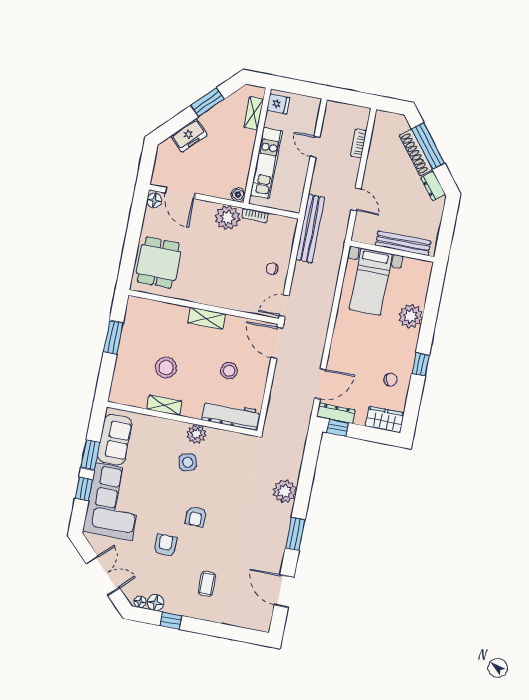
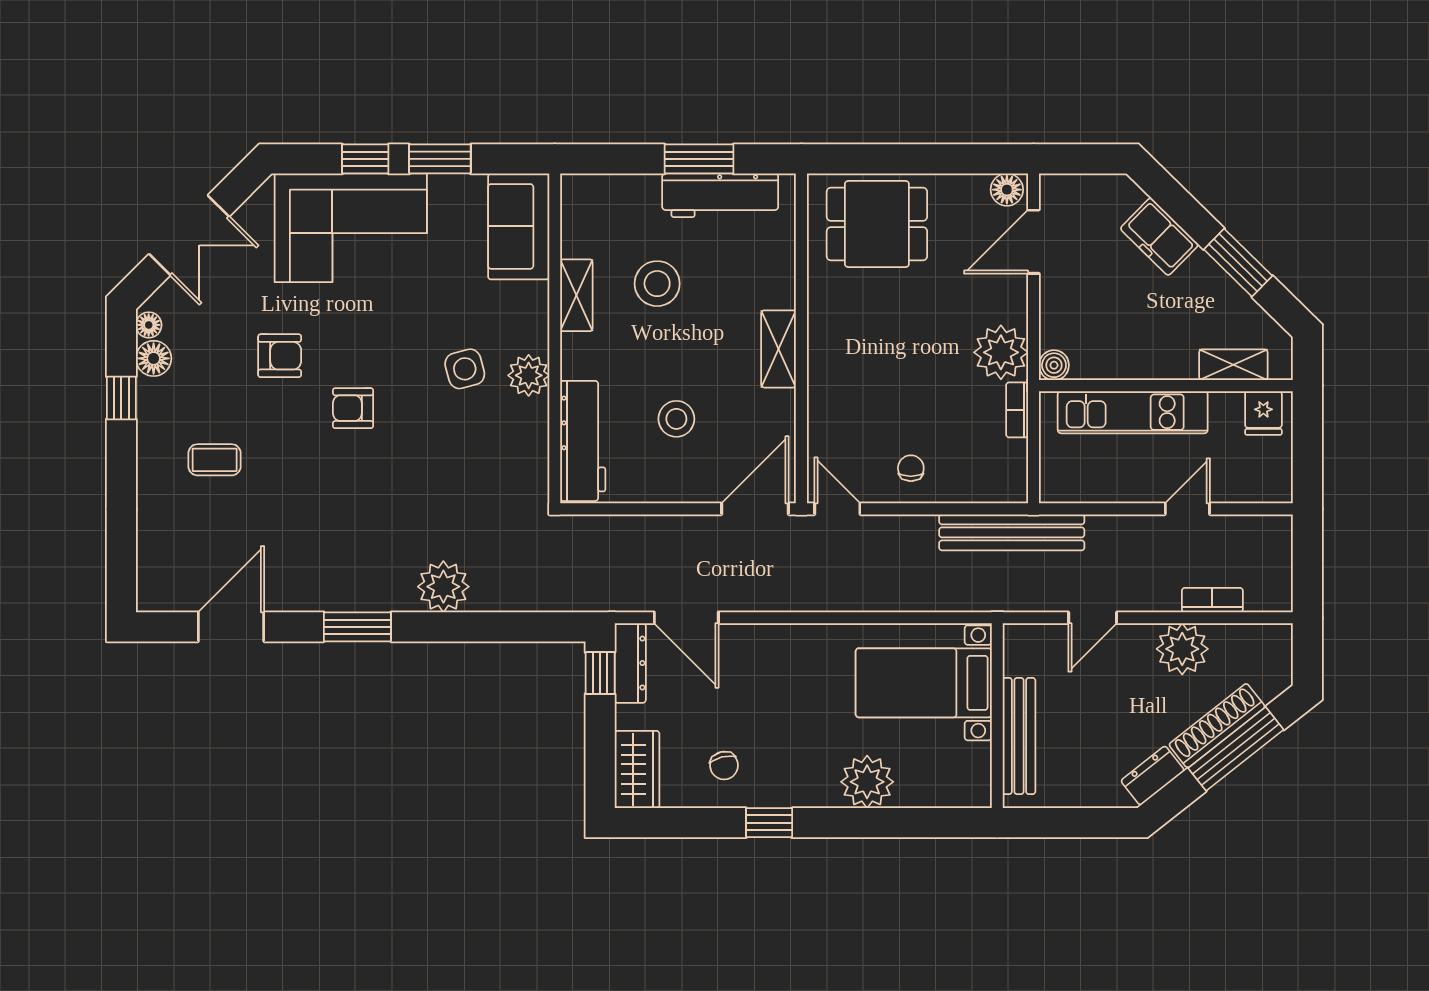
plant: (378, 162) -> (1182, 649), added
workbench: (131, 331) -> (720, 195), added
sofa: (115, 440) -> (519, 226), moved, turned 90

